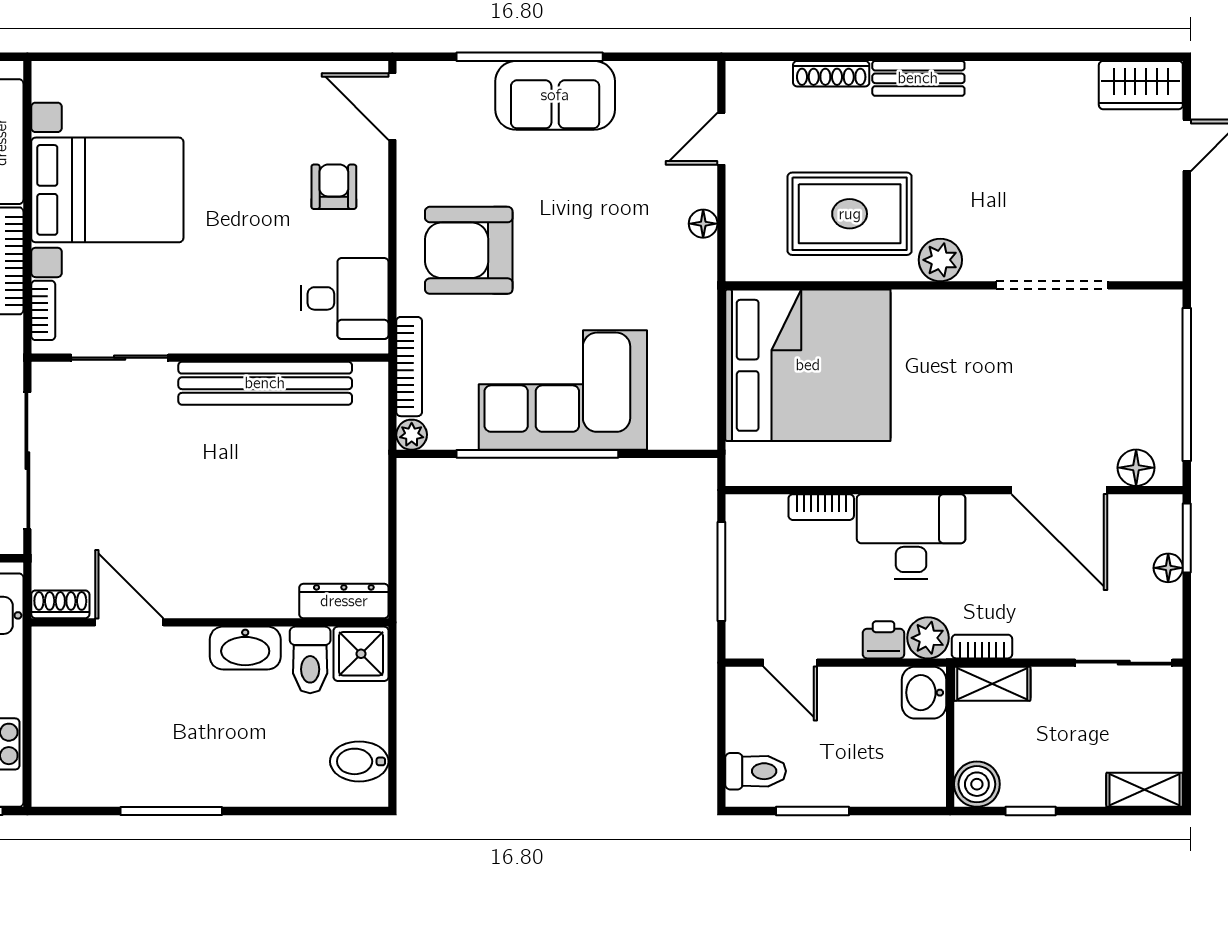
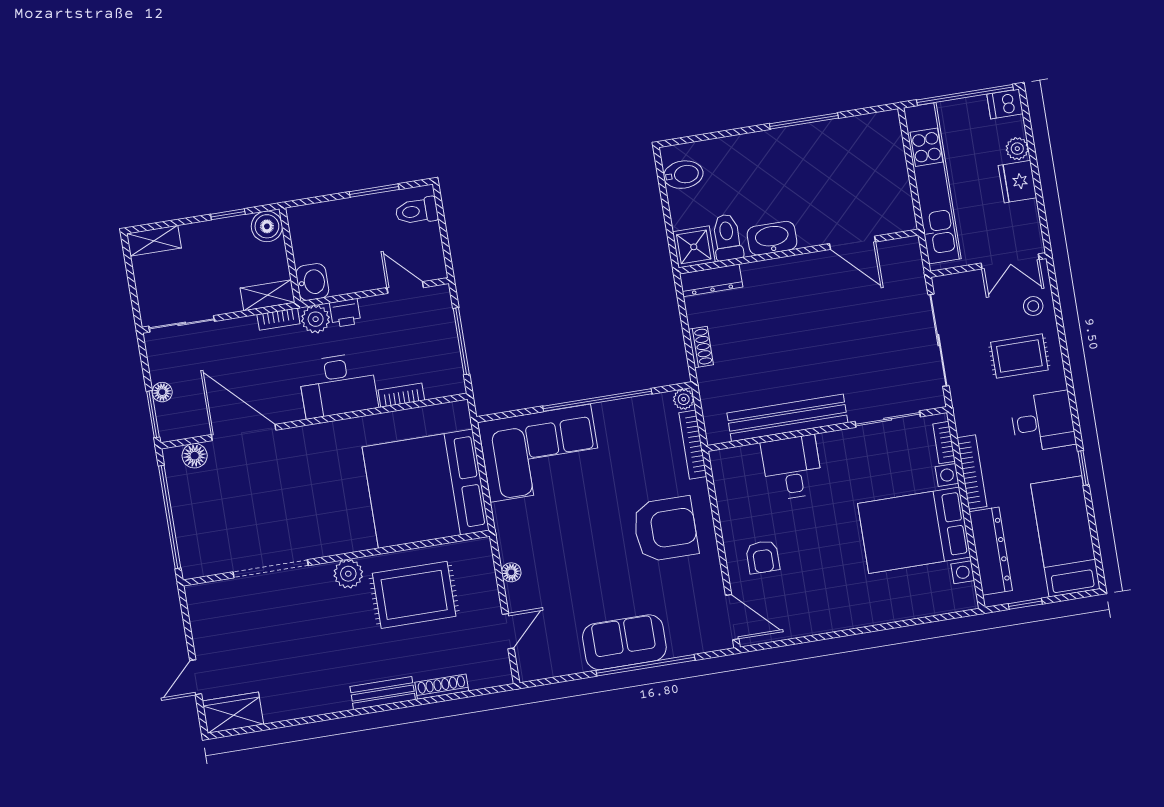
desk: (345, 298) -> (792, 468), moved, turned 90
corner sofa: (563, 390) -> (541, 453), moved
shoe rack: (60, 604) -> (701, 347), moved, turned -90

